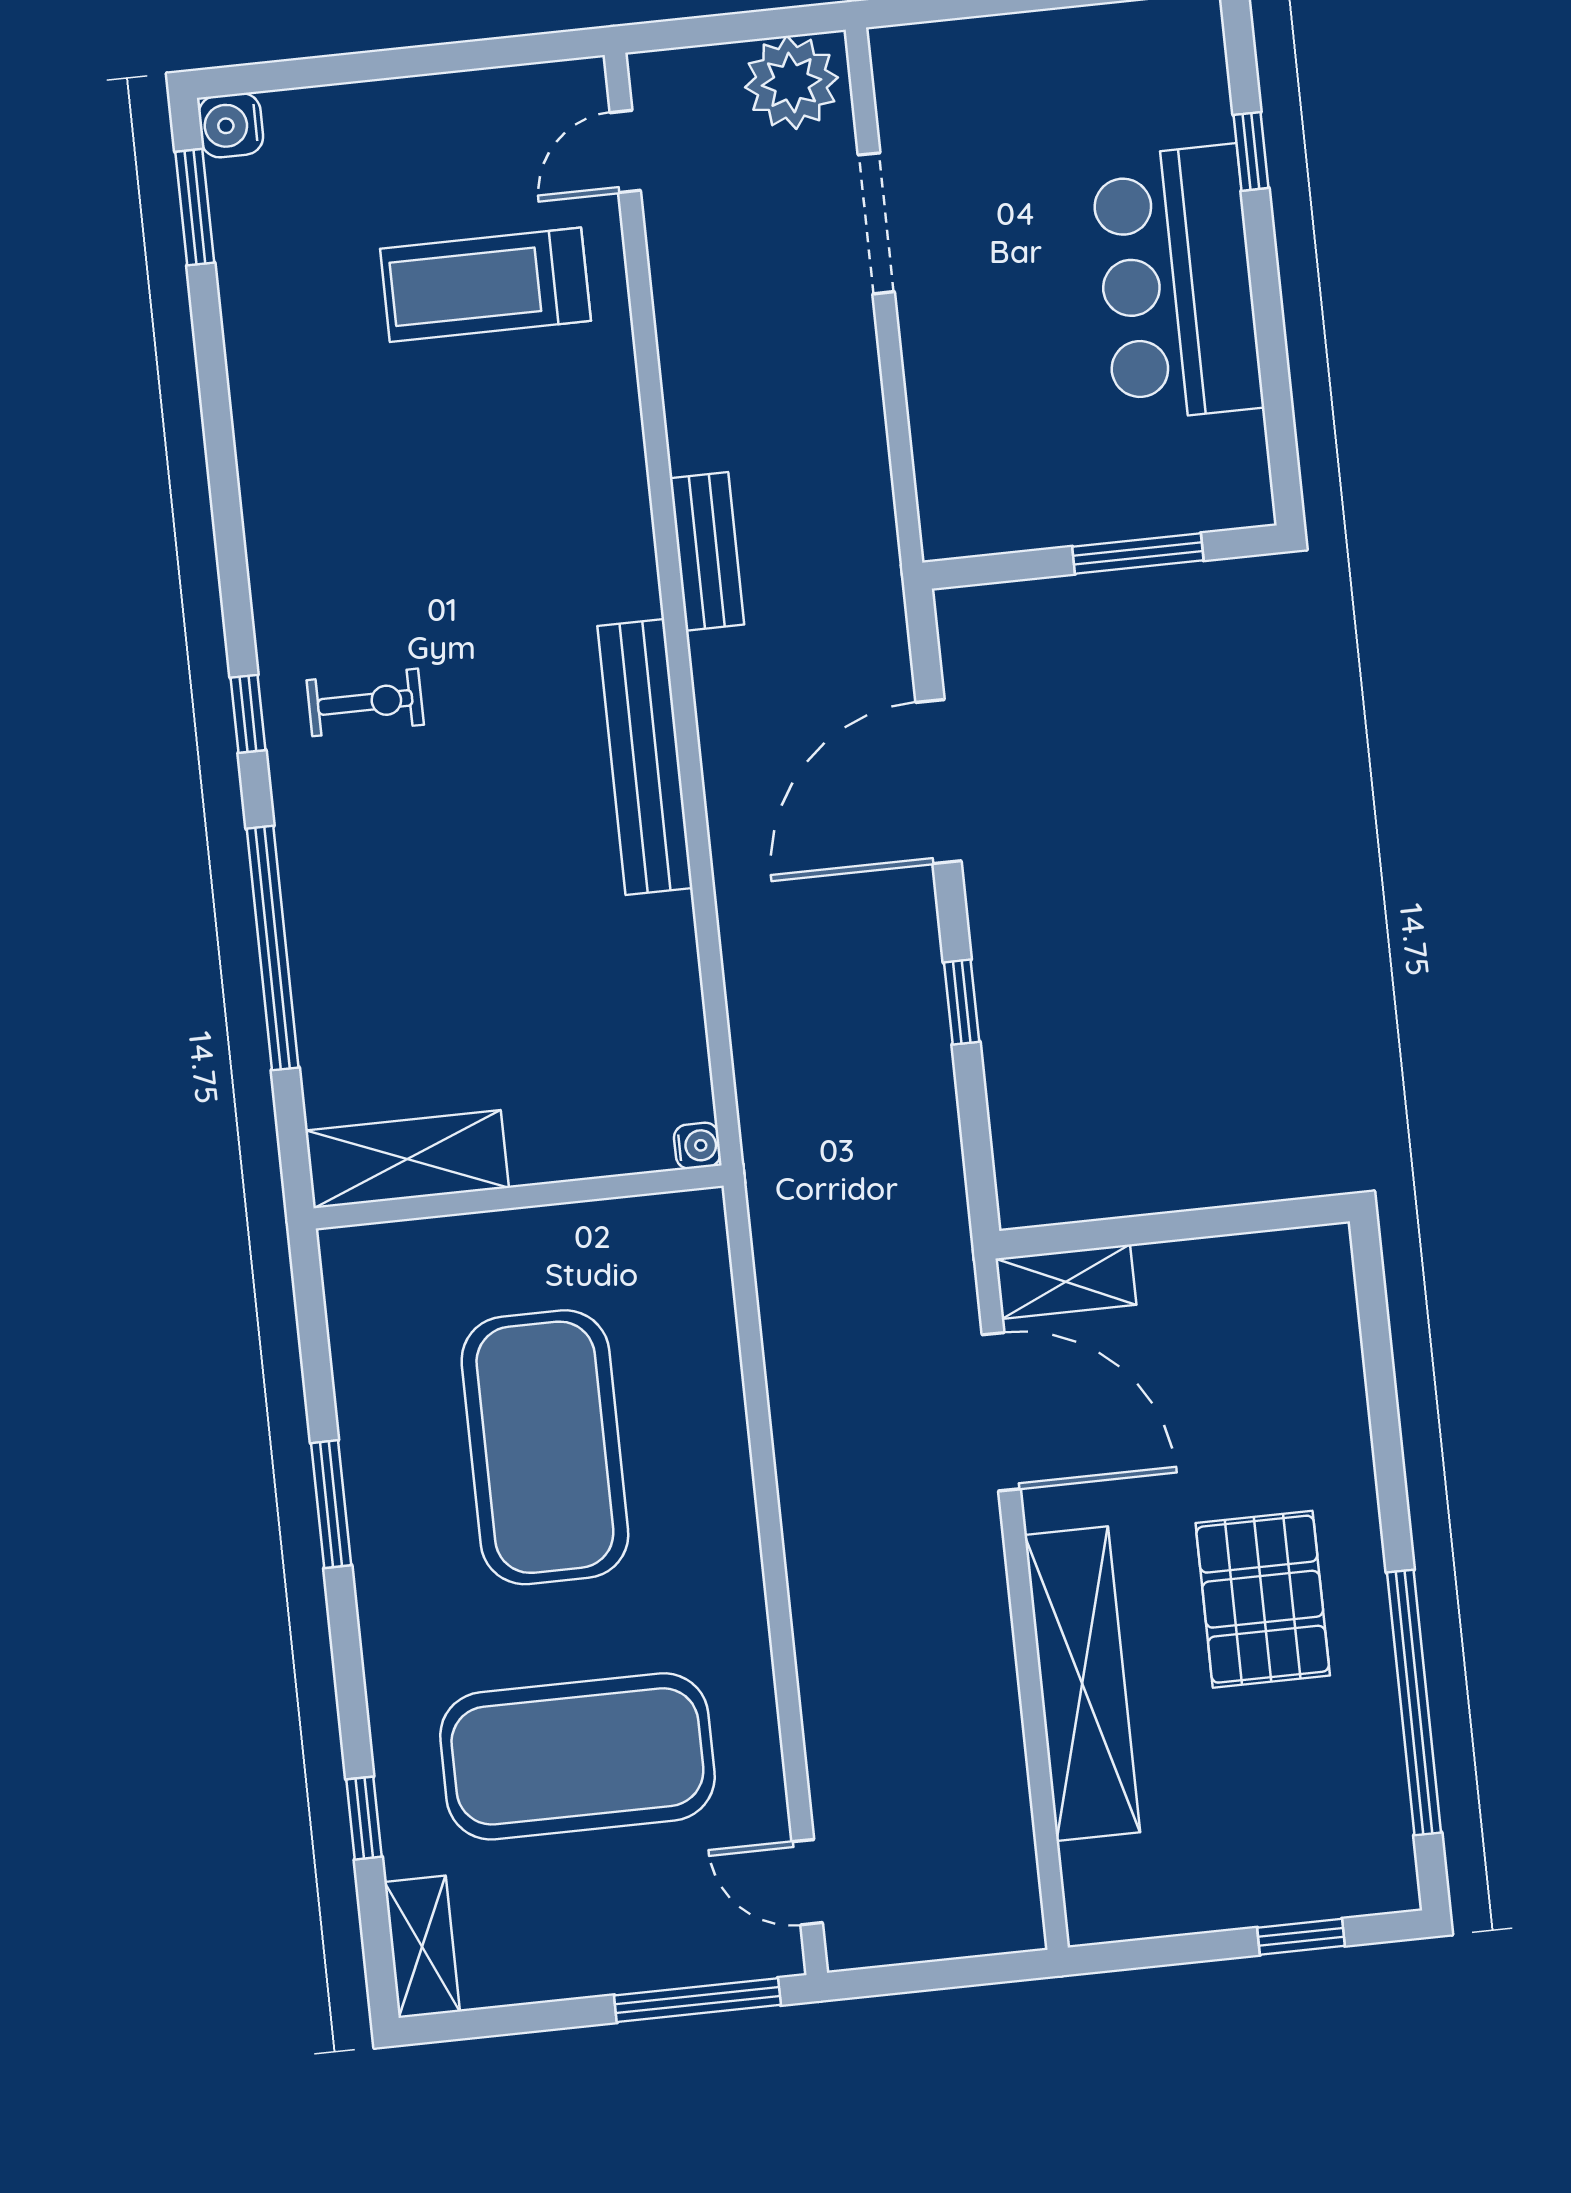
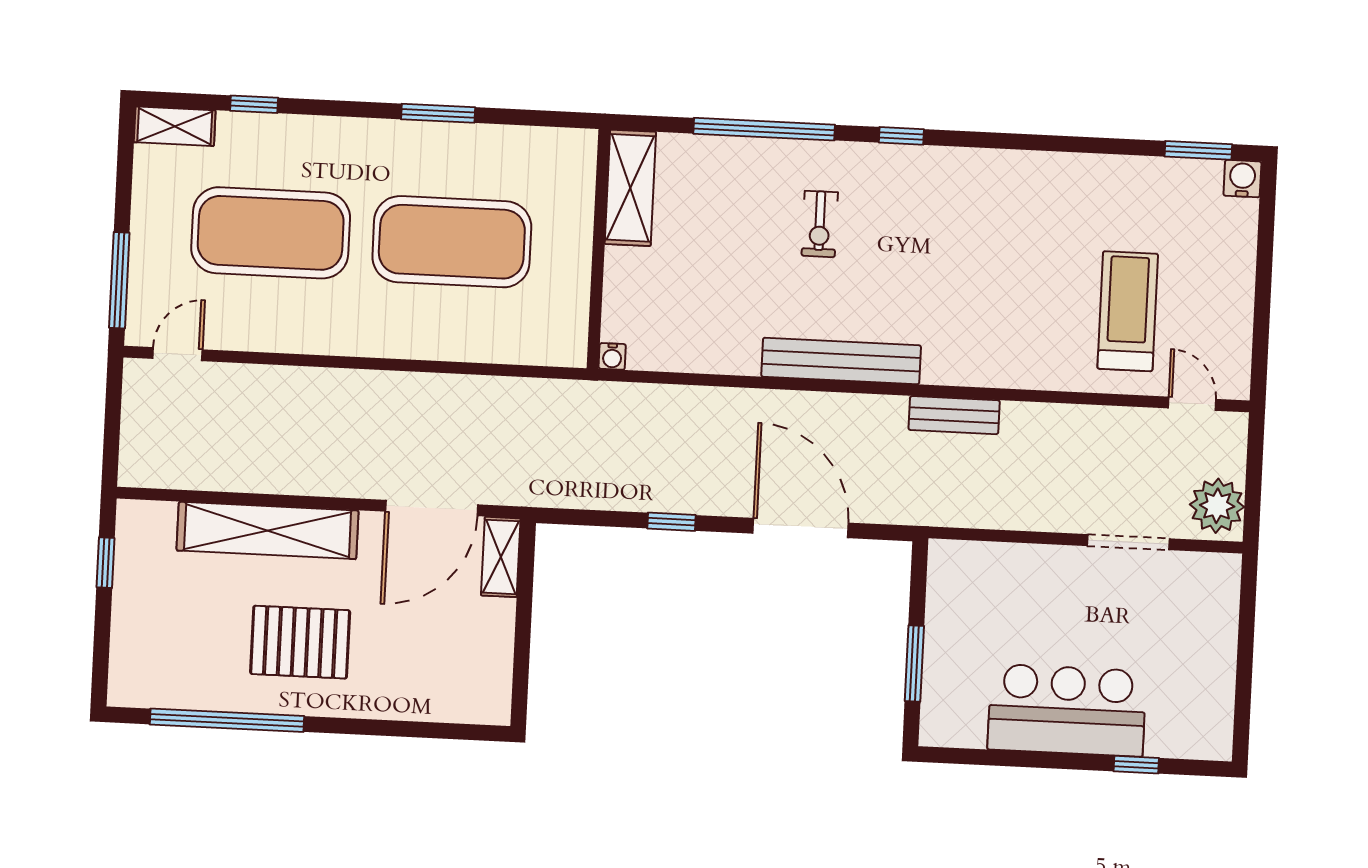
exercise bike: (365, 702) -> (820, 224), moved
exercise mat: (577, 1756) -> (271, 233), turned 90
window: (1301, 1937) -> (105, 563), moved

